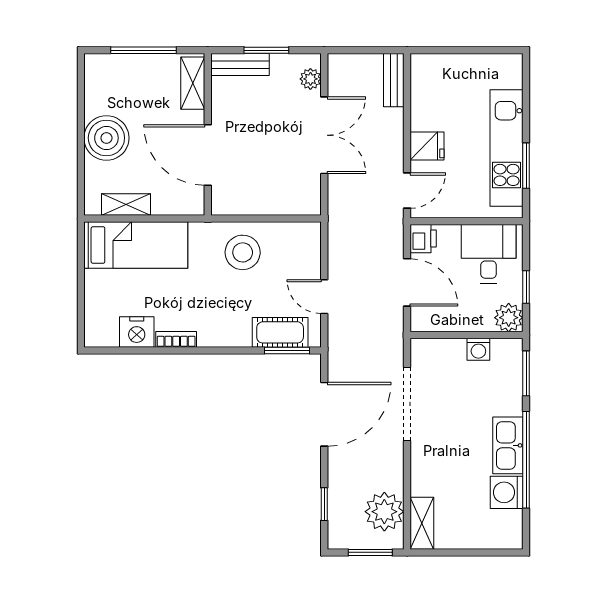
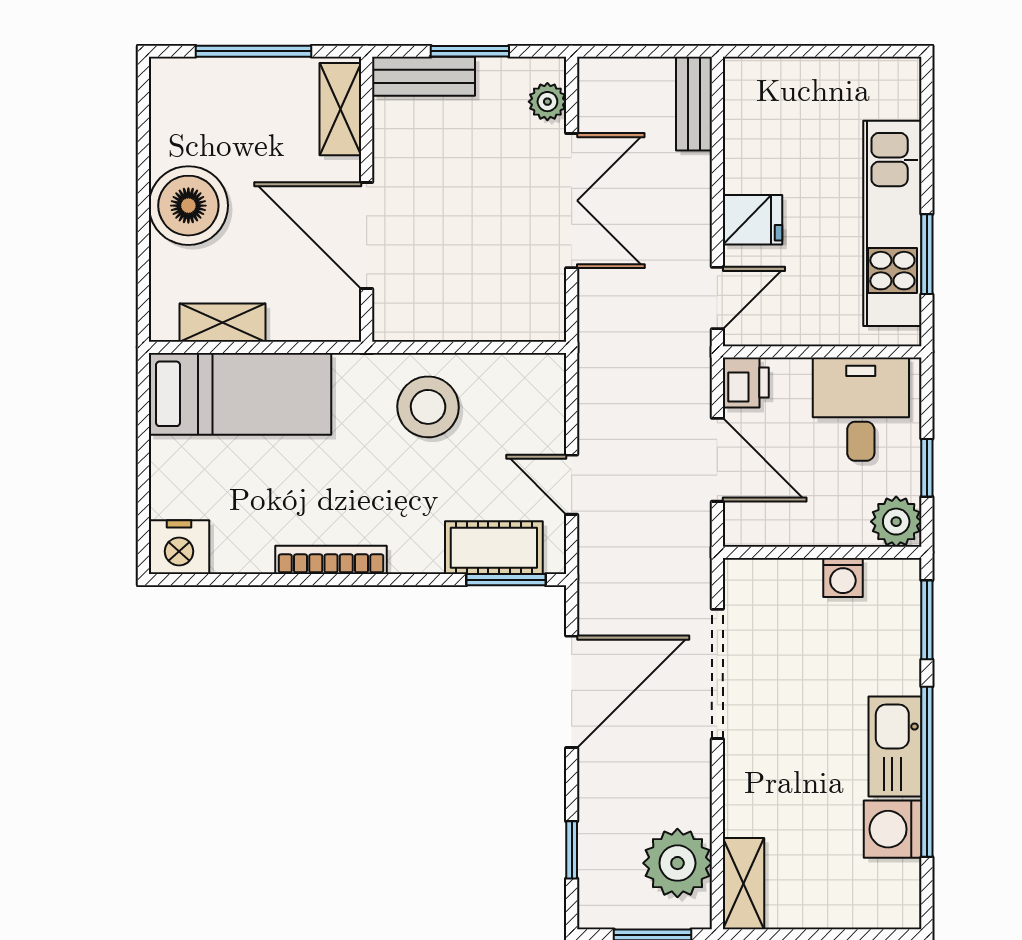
nightstand: (137, 332) -> (179, 547), moved
bookcase: (176, 339) -> (331, 560), width x1.56

